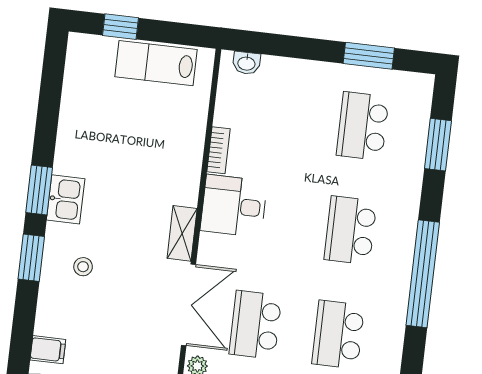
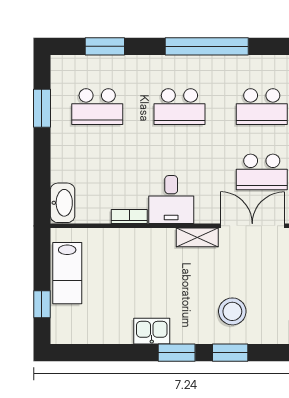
washbasin: (246, 63) -> (63, 203), width x1.91, depth x1.45
kitchen sink: (66, 199) -> (152, 331), moved
stool: (83, 267) -> (232, 311), width x1.89, depth x1.89

